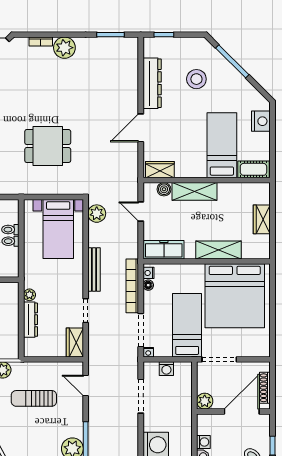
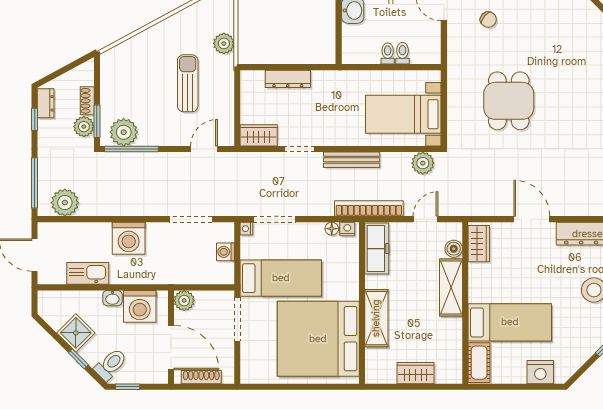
bookcase: (132, 286) -> (369, 208), moved
plant: (29, 295) -> (319, 78), removed
washing machine: (203, 442) -> (140, 306), width x1.89, depth x1.89

